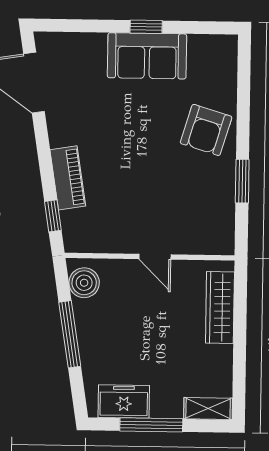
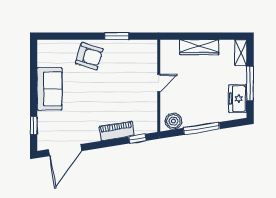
window: (146, 27) -> (34, 125), moved
wardrobe: (220, 308) -> (199, 47), moved

